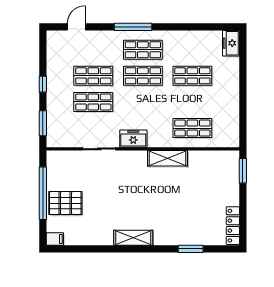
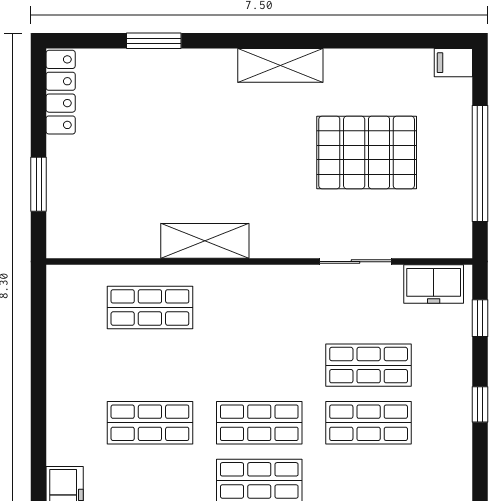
window: (43, 123) -> (480, 318), width x0.67
freezer: (133, 139) -> (434, 284), moved
window: (243, 171) -> (39, 184), moved
pallet: (65, 203) -> (367, 152), moved, width x1.37, depth x1.41

